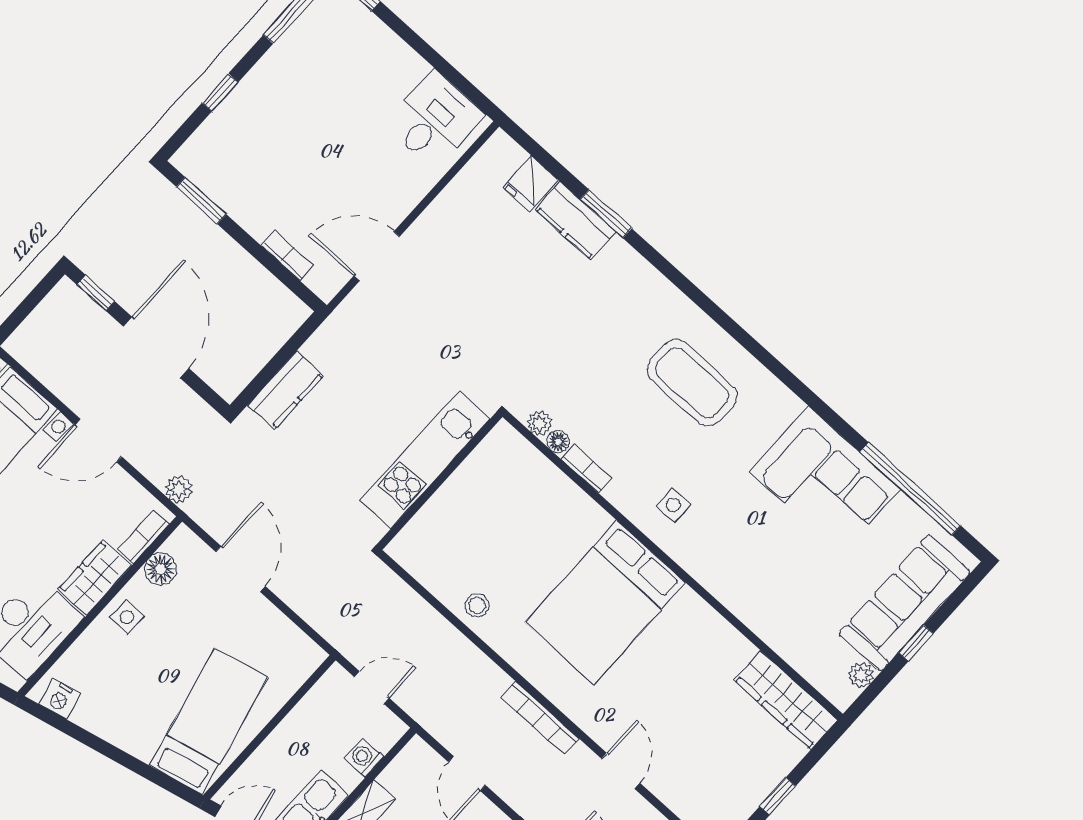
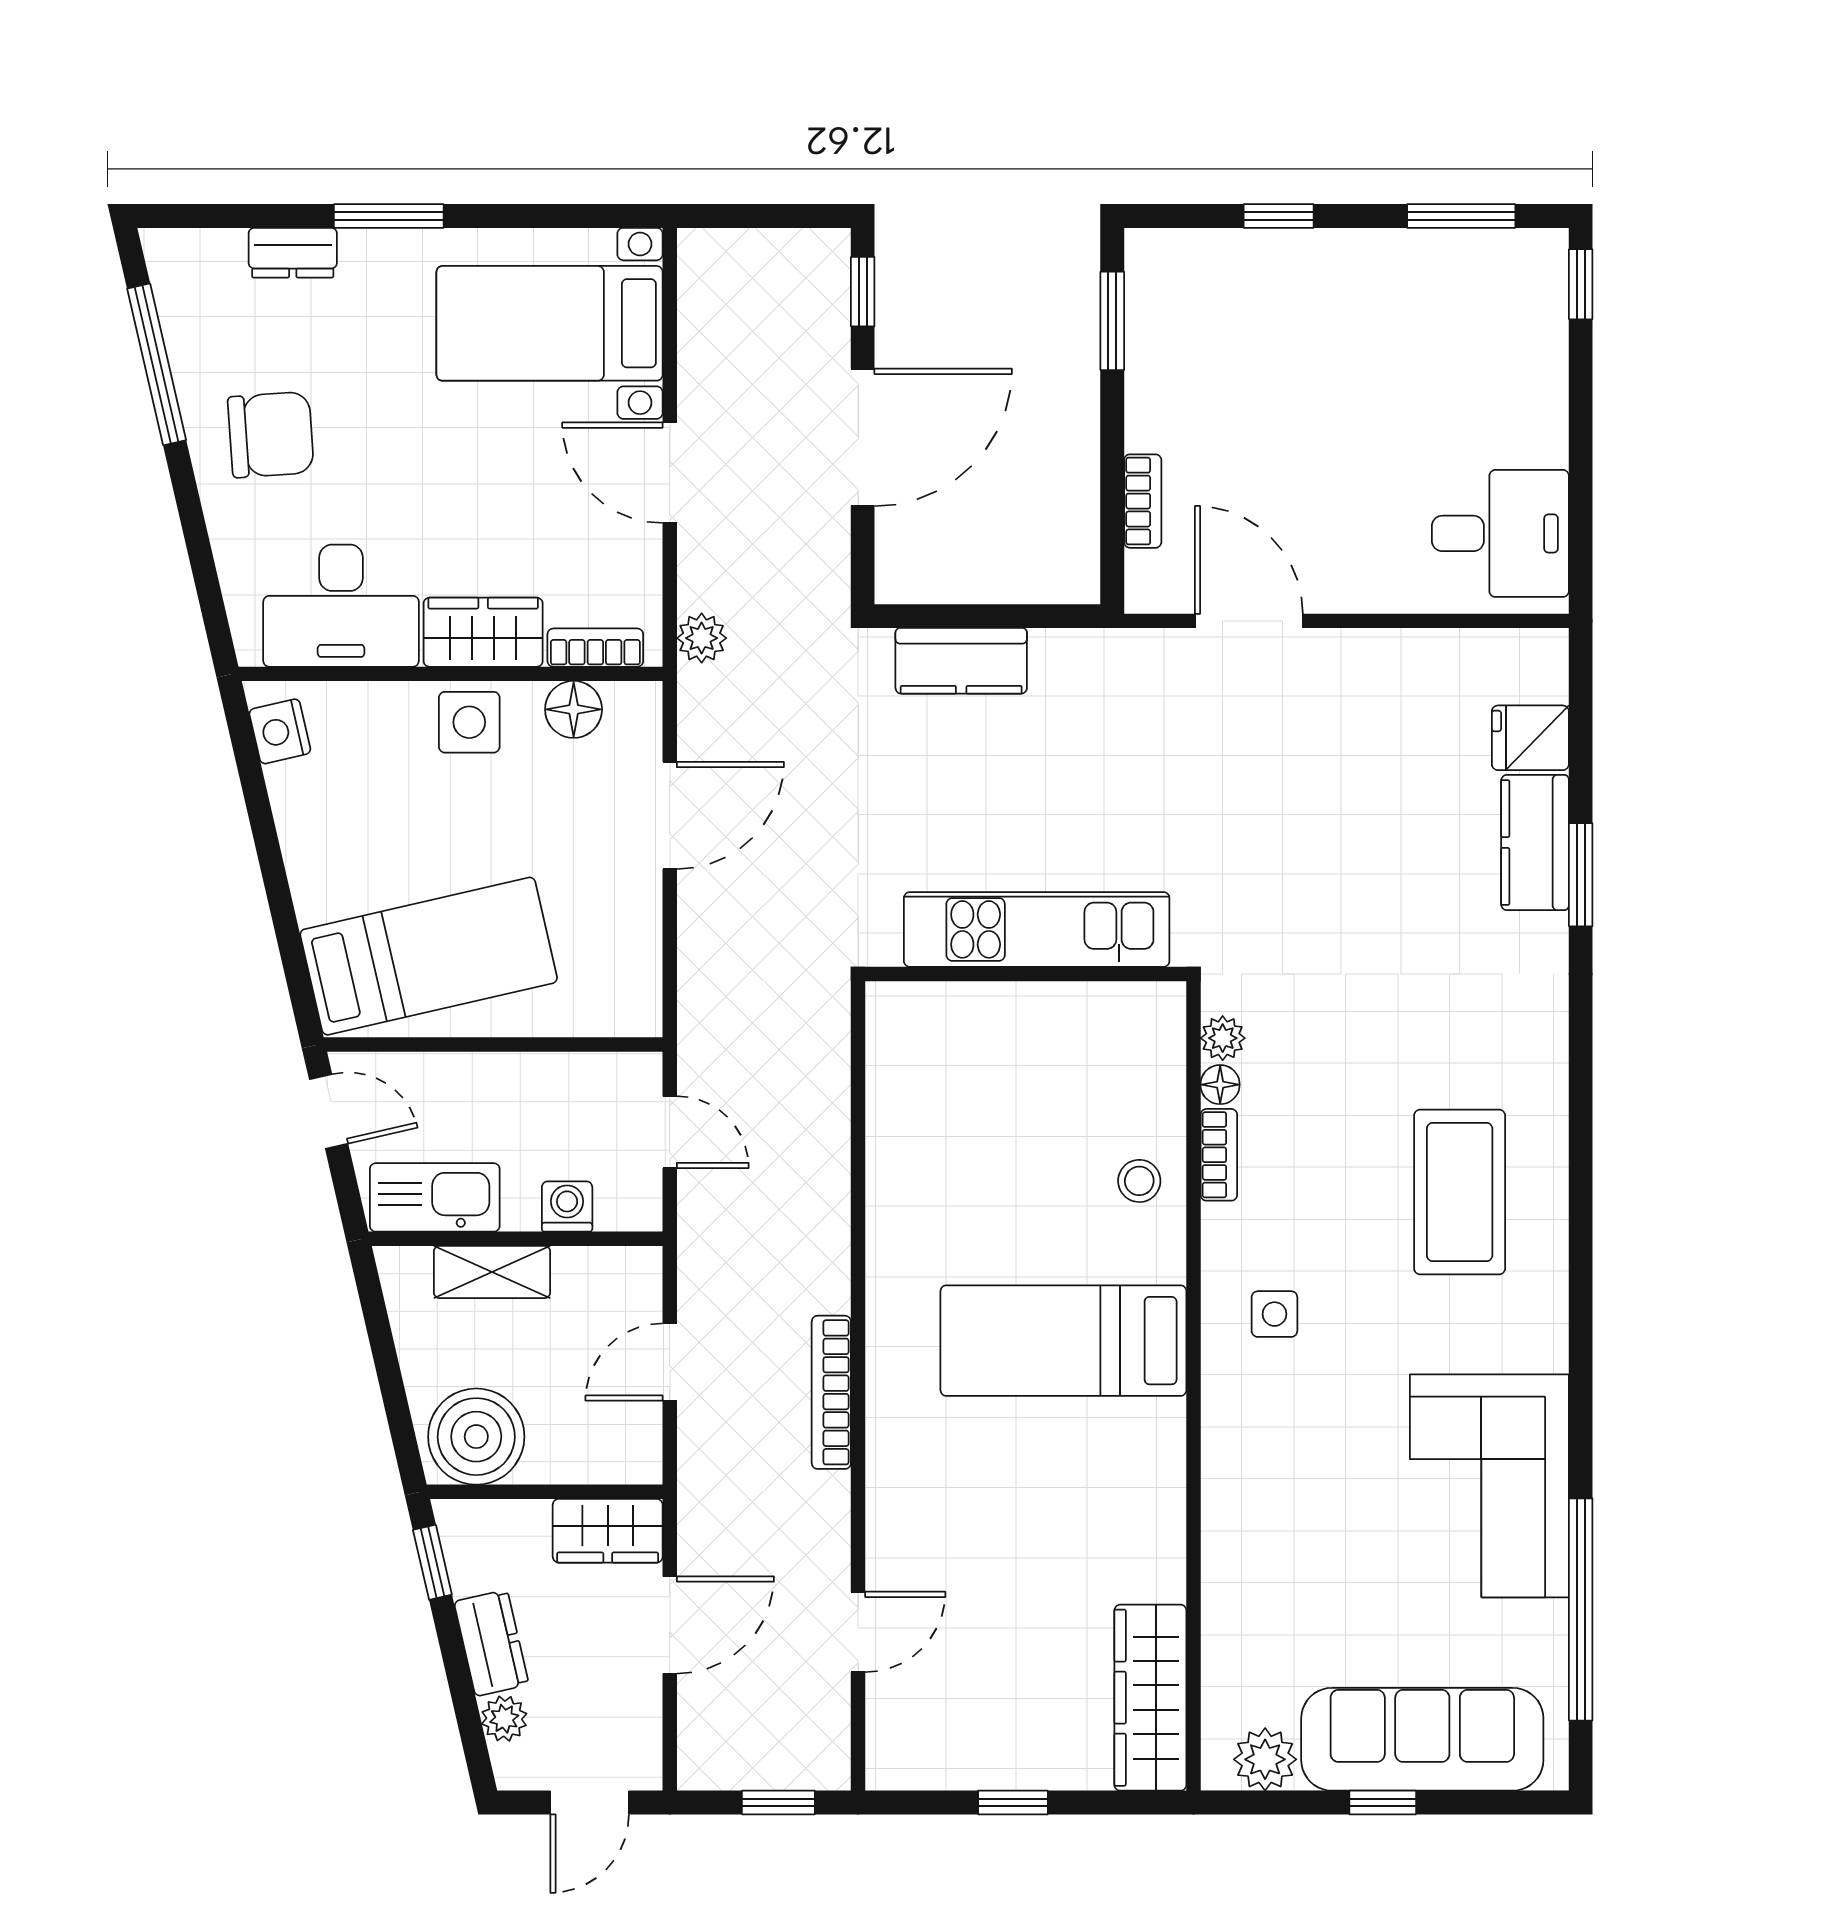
bed: (605, 602) -> (1063, 1341), width x0.67
stool: (477, 605) -> (1139, 1181), moved
side table: (127, 617) -> (469, 722), width x1.37, depth x1.37
plant: (861, 675) -> (1265, 1759), width x1.38, depth x1.38
door: (621, 771) -> (858, 1632), moved

